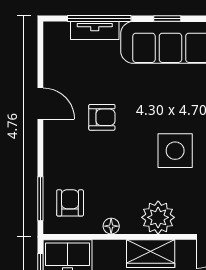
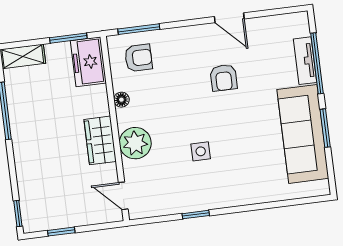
window: (167, 18) -> (325, 128), width x1.50
door: (40, 104) -> (229, 18), hinge flipped
side table: (175, 151) -> (201, 151), width x0.54, depth x0.54

